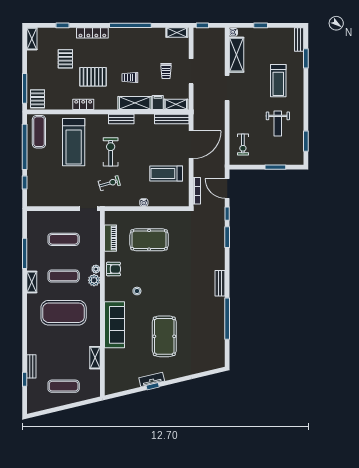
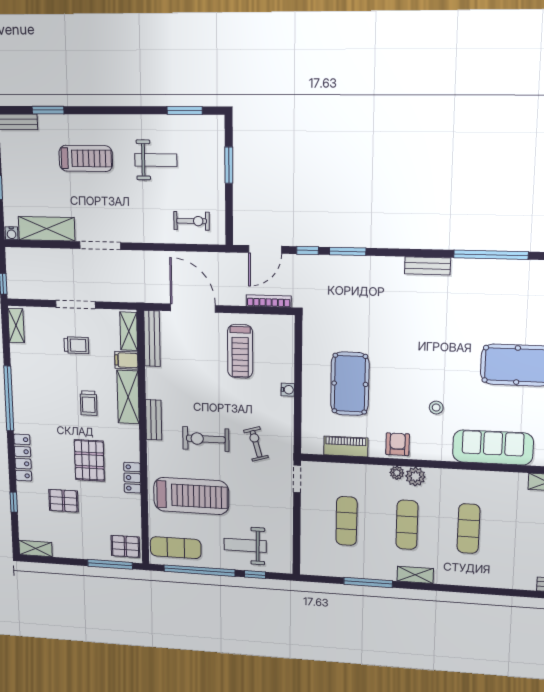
weight bench: (44, 176) -> (245, 545), added
exercise mat: (64, 313) -> (468, 529), width x0.50, depth x0.69

